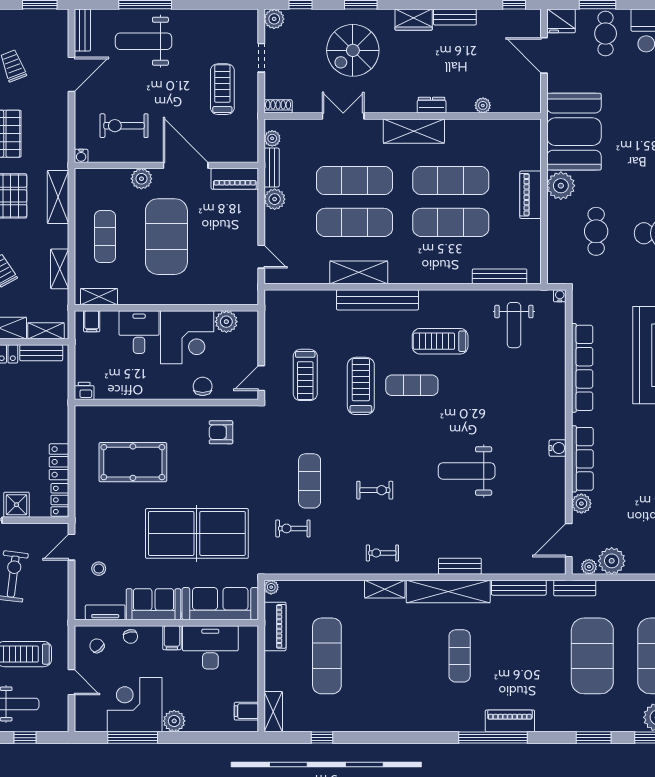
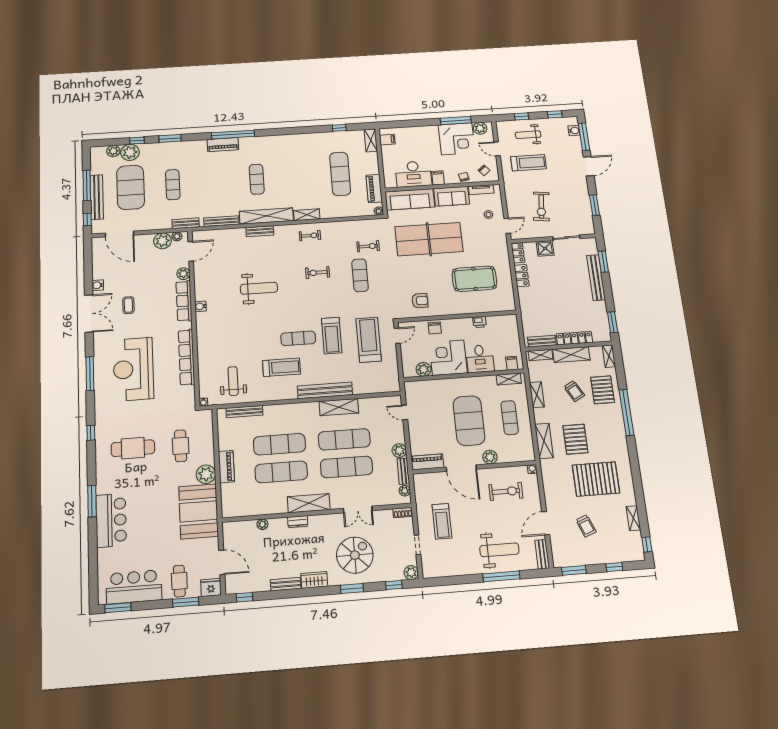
treadmill: (305, 375) -> (369, 340), width x1.37, depth x1.38
printer: (84, 391) -> (480, 322), moved
exercise mat: (592, 656) -> (173, 185), width x0.50, depth x0.69
plant: (174, 721) -> (480, 128), moved

